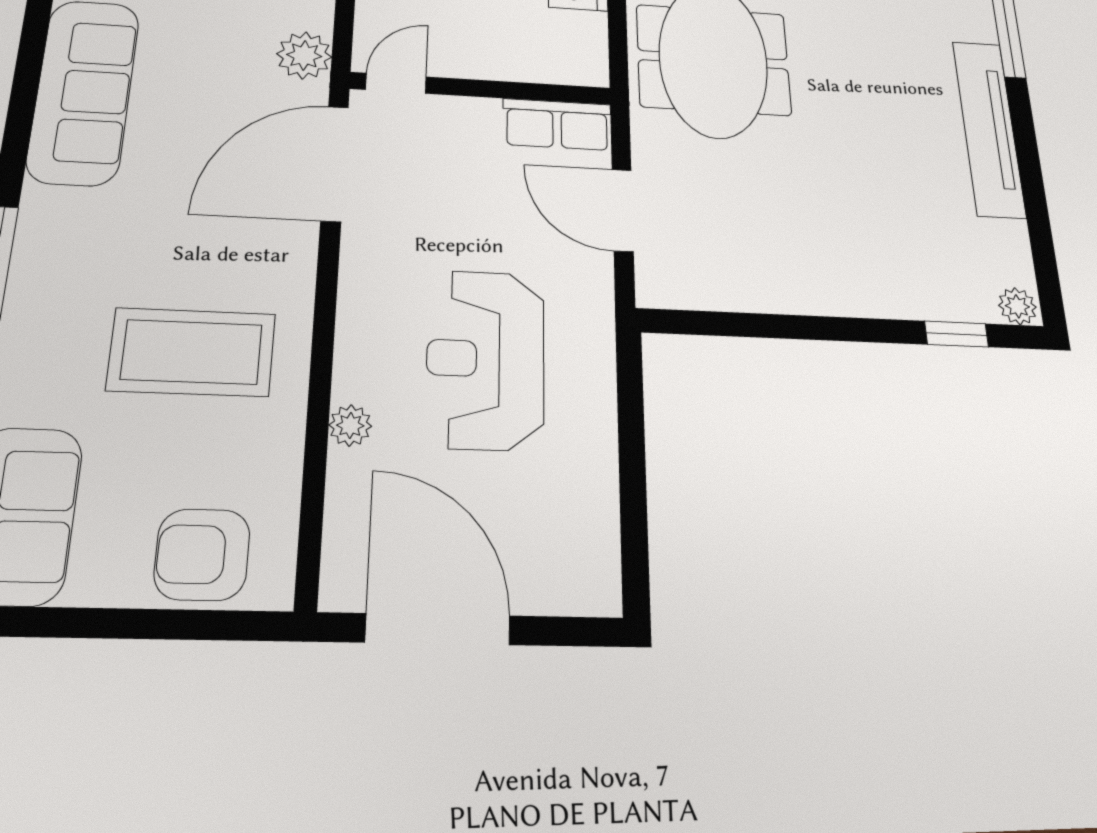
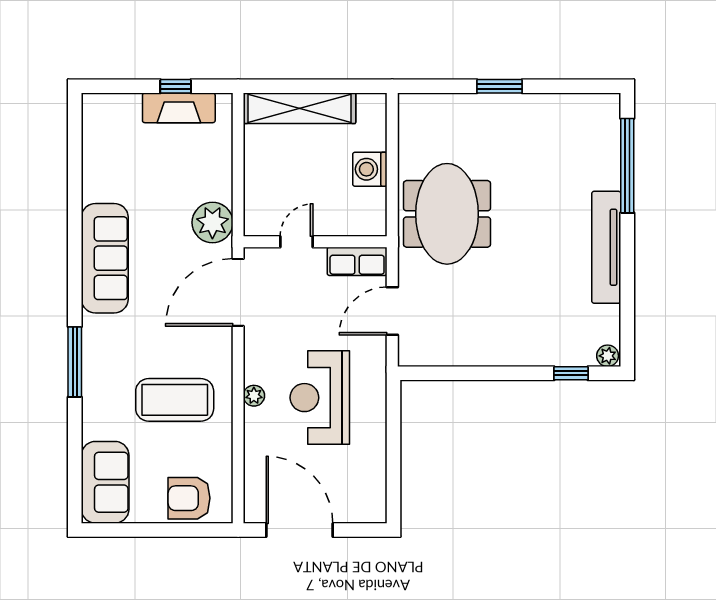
plant: (304, 55) -> (212, 222), width x1.36, depth x1.36
door: (396, 83) -> (296, 242), moved
door: (623, 210) -> (392, 311), hinge flipped
plant: (350, 426) -> (254, 396), moved

